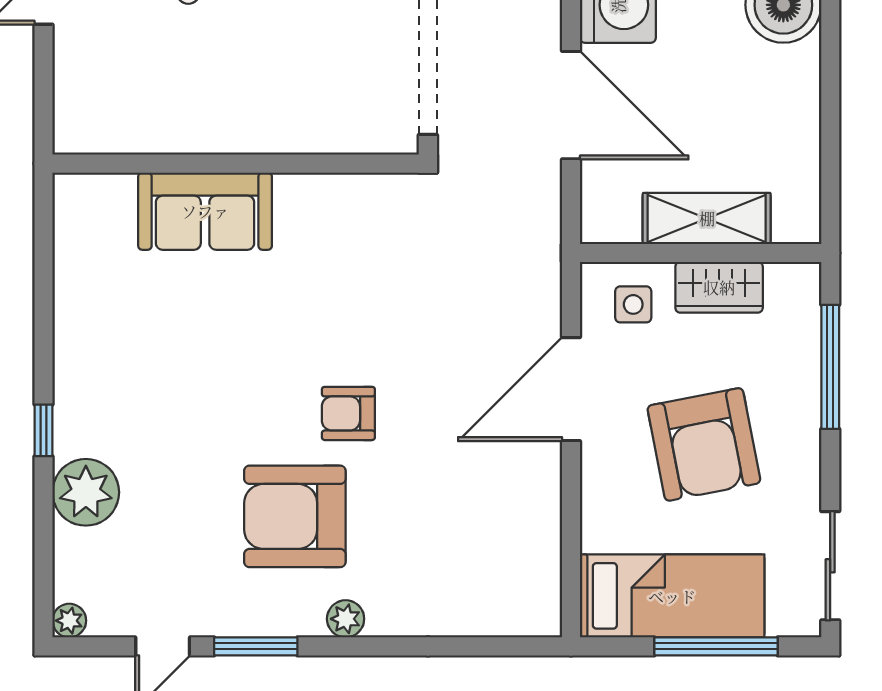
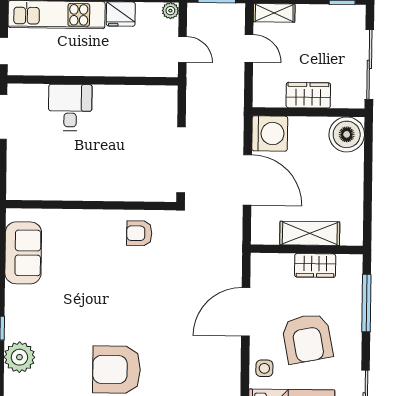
sofa: (205, 211) -> (23, 253), moved, turned -90
side table: (633, 304) -> (264, 368), moved
armchair: (348, 413) -> (139, 233), moved

